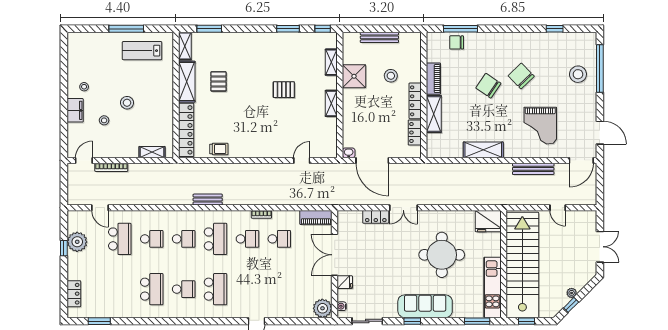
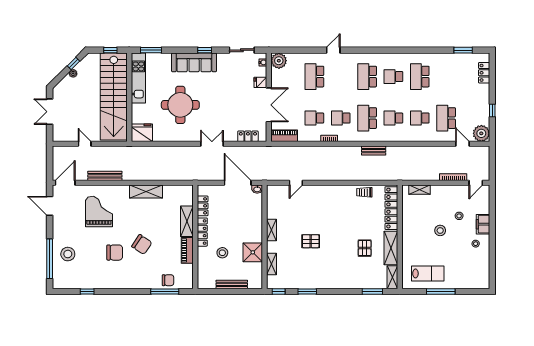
chair: (521, 76) -> (115, 253), turned -46
locker: (376, 217) -> (248, 136), moved
plant: (77, 242) -> (481, 133), moved
school desk: (279, 289) -> (314, 77), added

